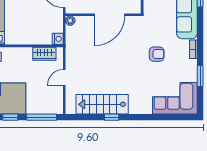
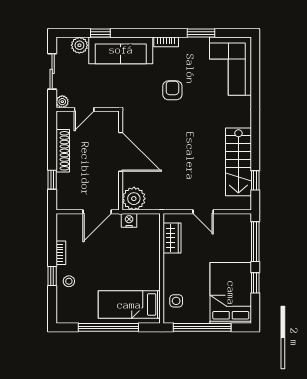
plant: (70, 21) -> (134, 199), width x1.88, depth x1.88
nightstand: (58, 39) -> (129, 220), moved
window: (112, 117) -> (255, 180), moved

